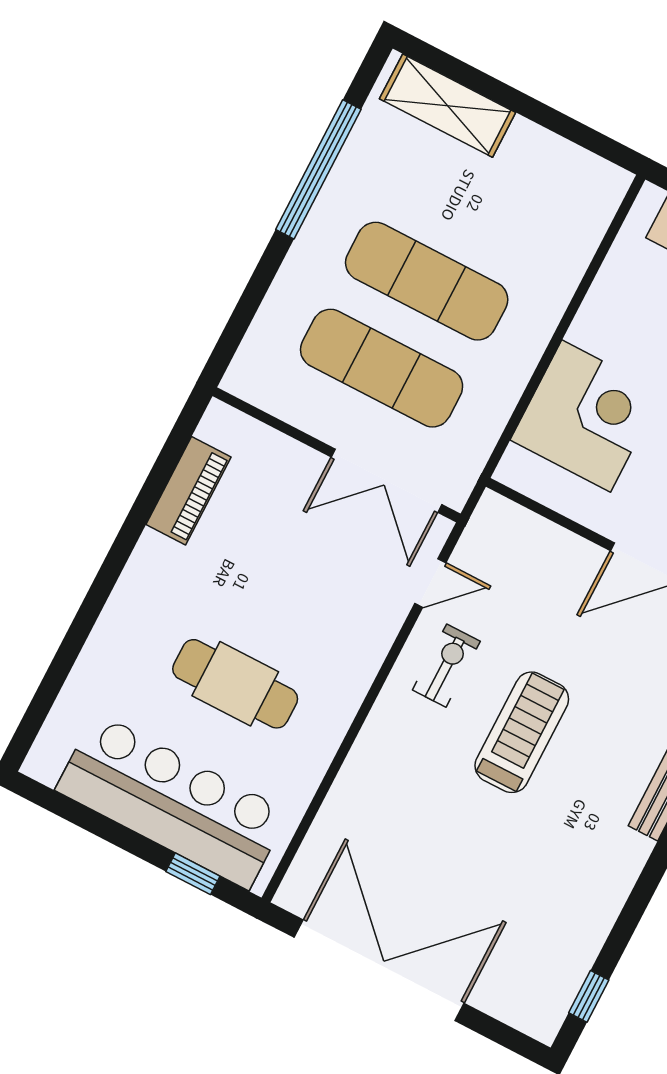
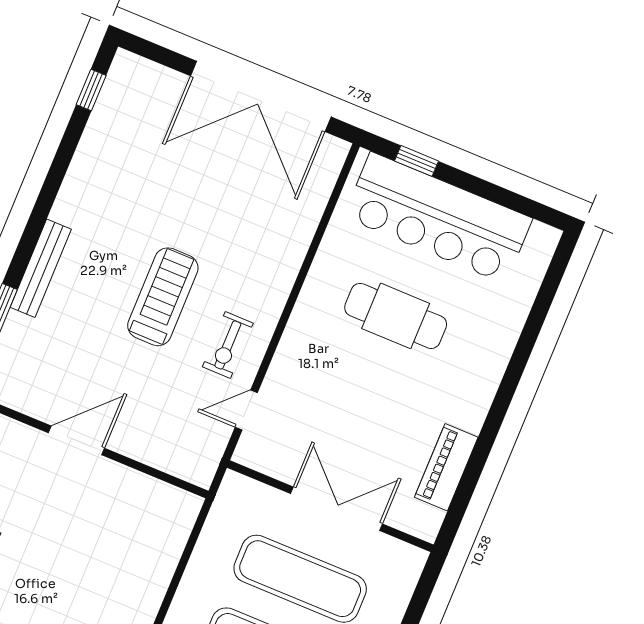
corner desk: (586, 416) -> (133, 554), removed
double door: (387, 481) -> (337, 509), moved
treadmill: (522, 732) -> (163, 297), turned 180

